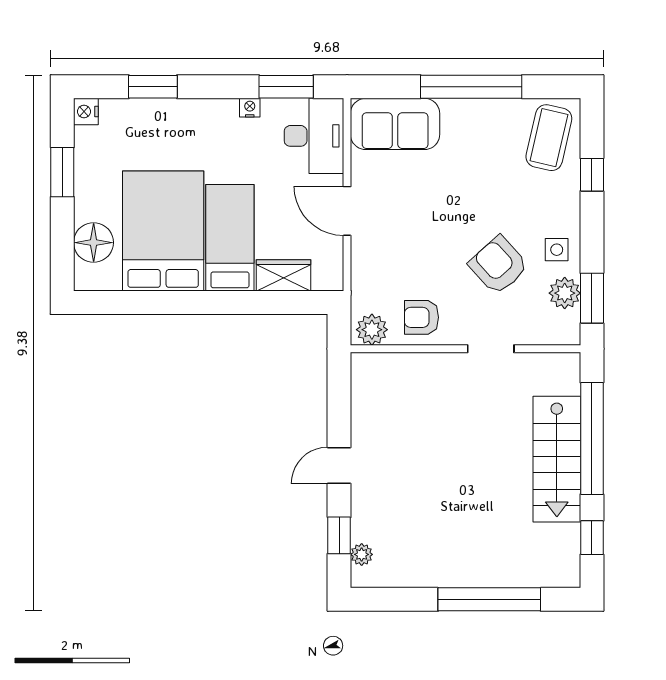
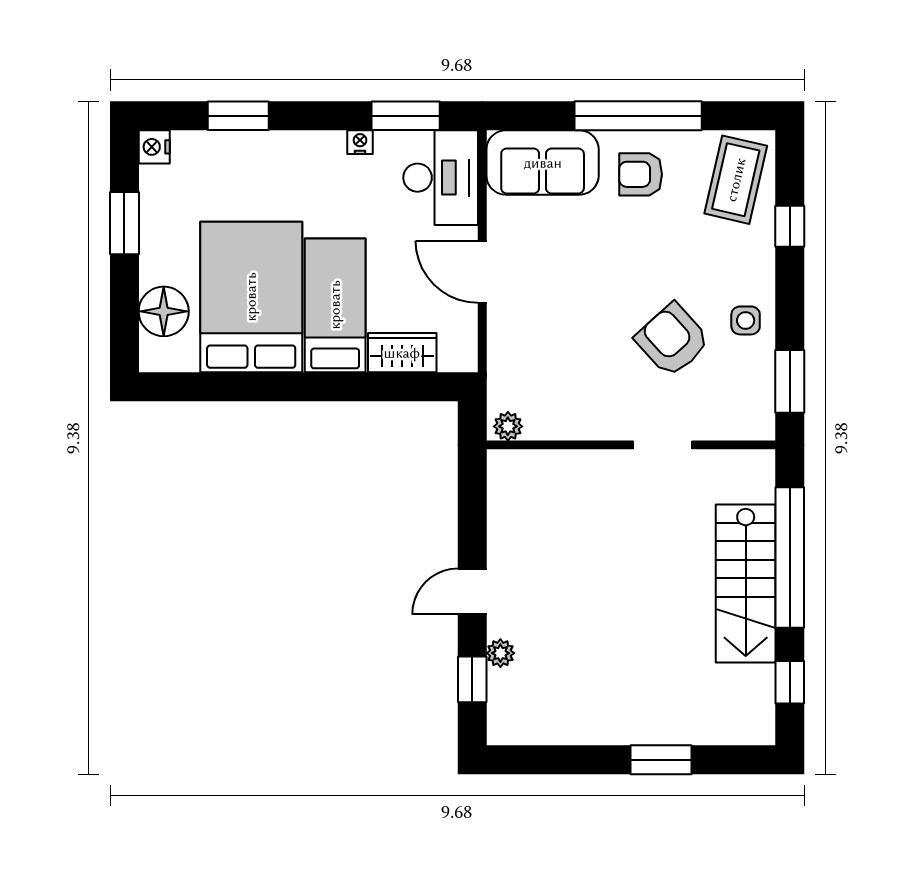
plant: (565, 293) -> (756, 375), removed
armchair: (421, 317) -> (641, 174), moved
plant: (372, 330) -> (508, 426), width x0.73, depth x0.73
plant: (362, 554) -> (500, 653), moved
window: (489, 599) -> (661, 760), width x0.47

